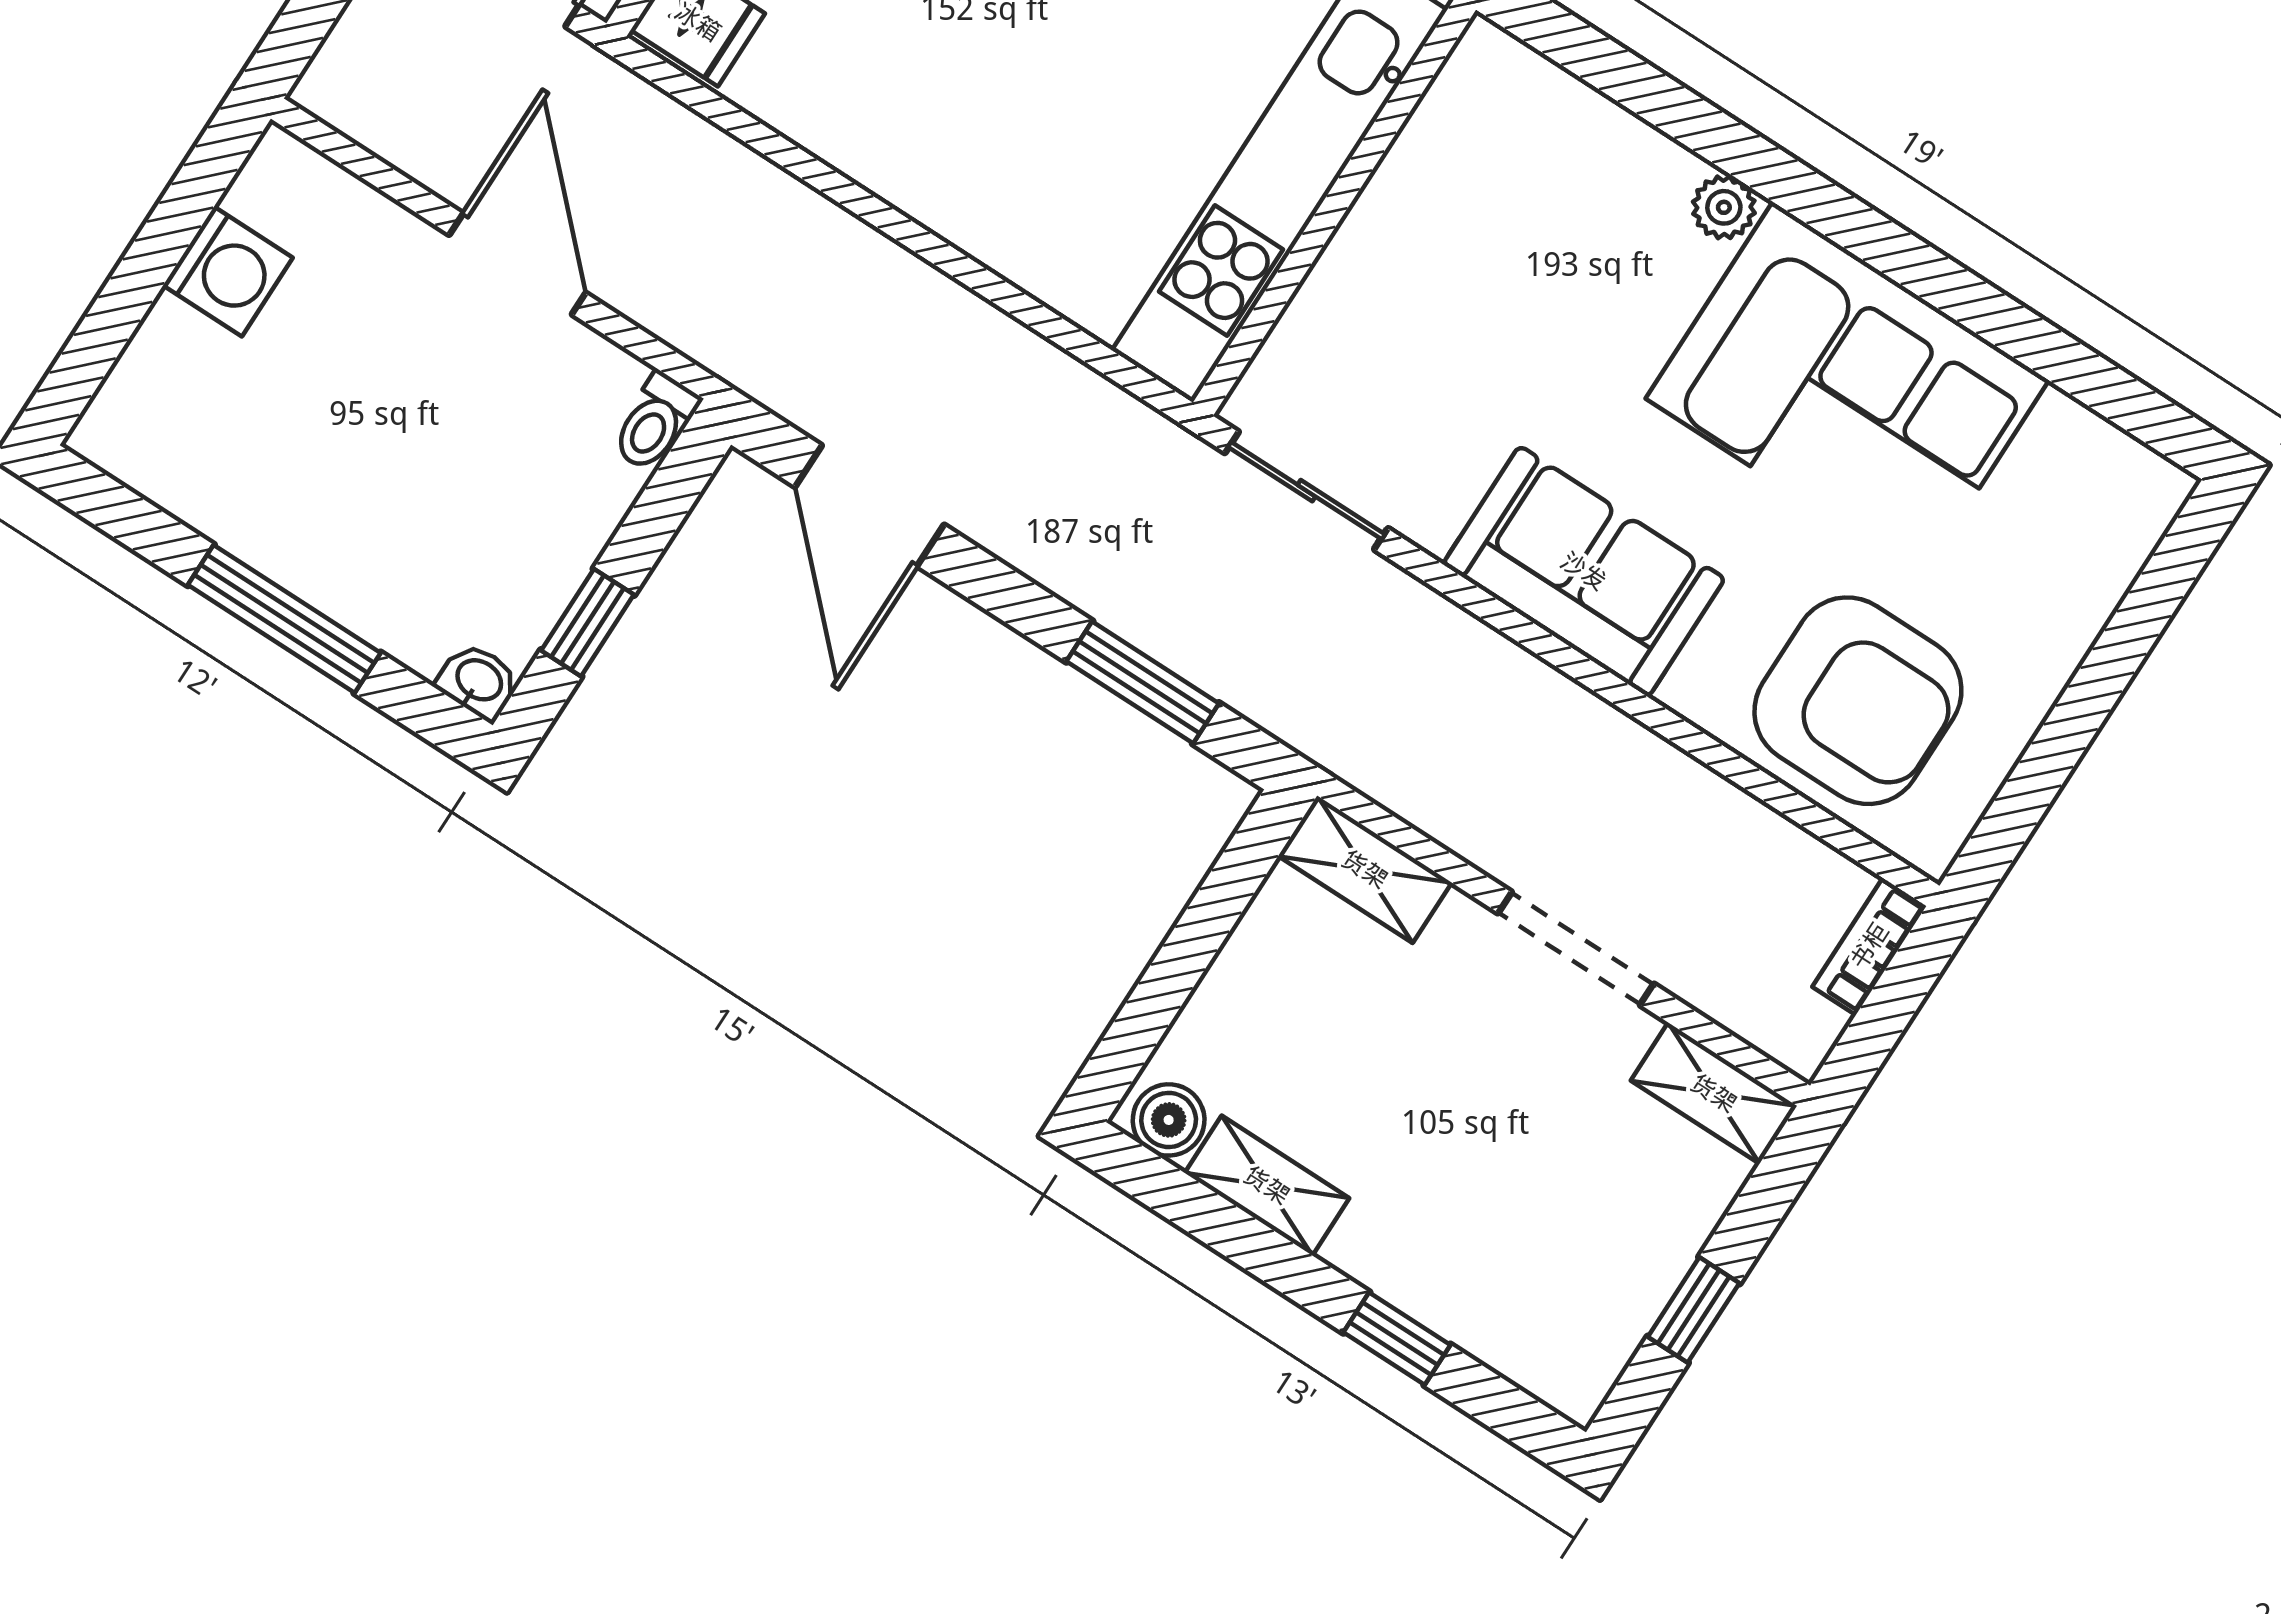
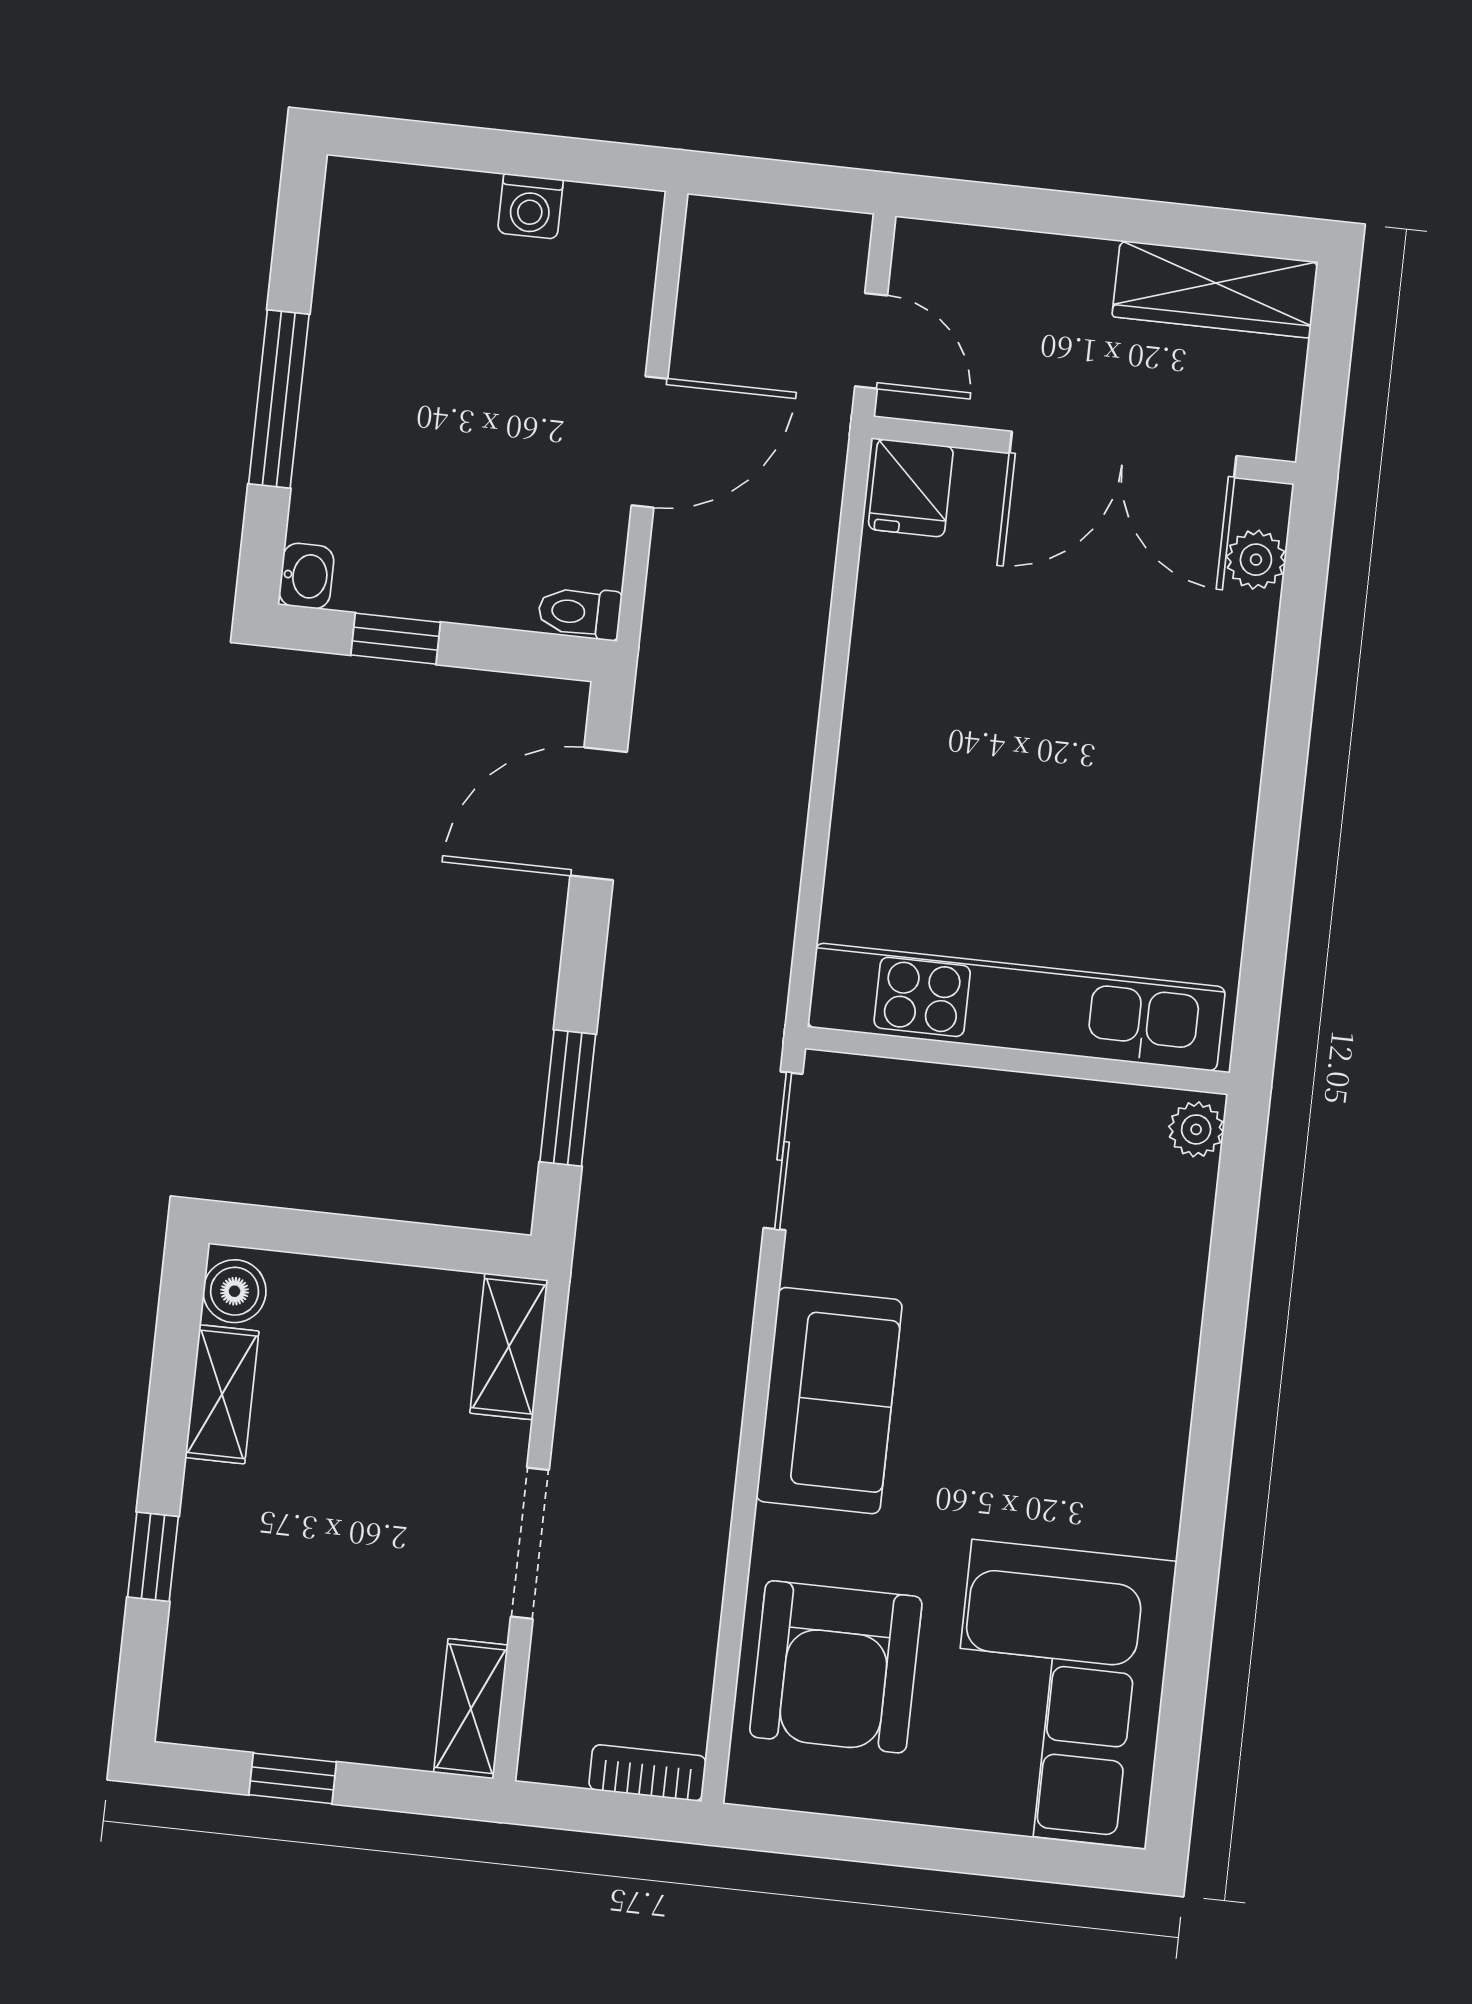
plant: (1724, 207) -> (1196, 1129), moved
washing machine: (228, 271) -> (530, 206), width x0.73, depth x0.73
corner sofa: (1847, 389) -> (1059, 1694), moved

